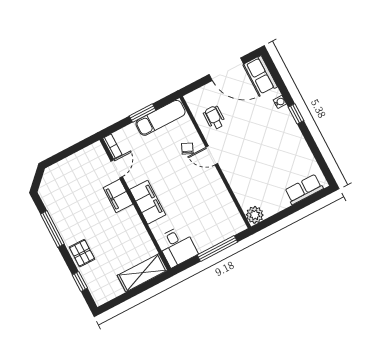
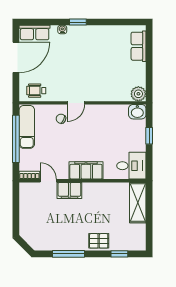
window: (143, 113) -> (16, 139), width x2.11
wheelchair: (214, 118) -> (36, 91), moved
washbasin: (236, 223) -> (137, 112), added
window: (217, 249) -> (149, 136), width x0.46

